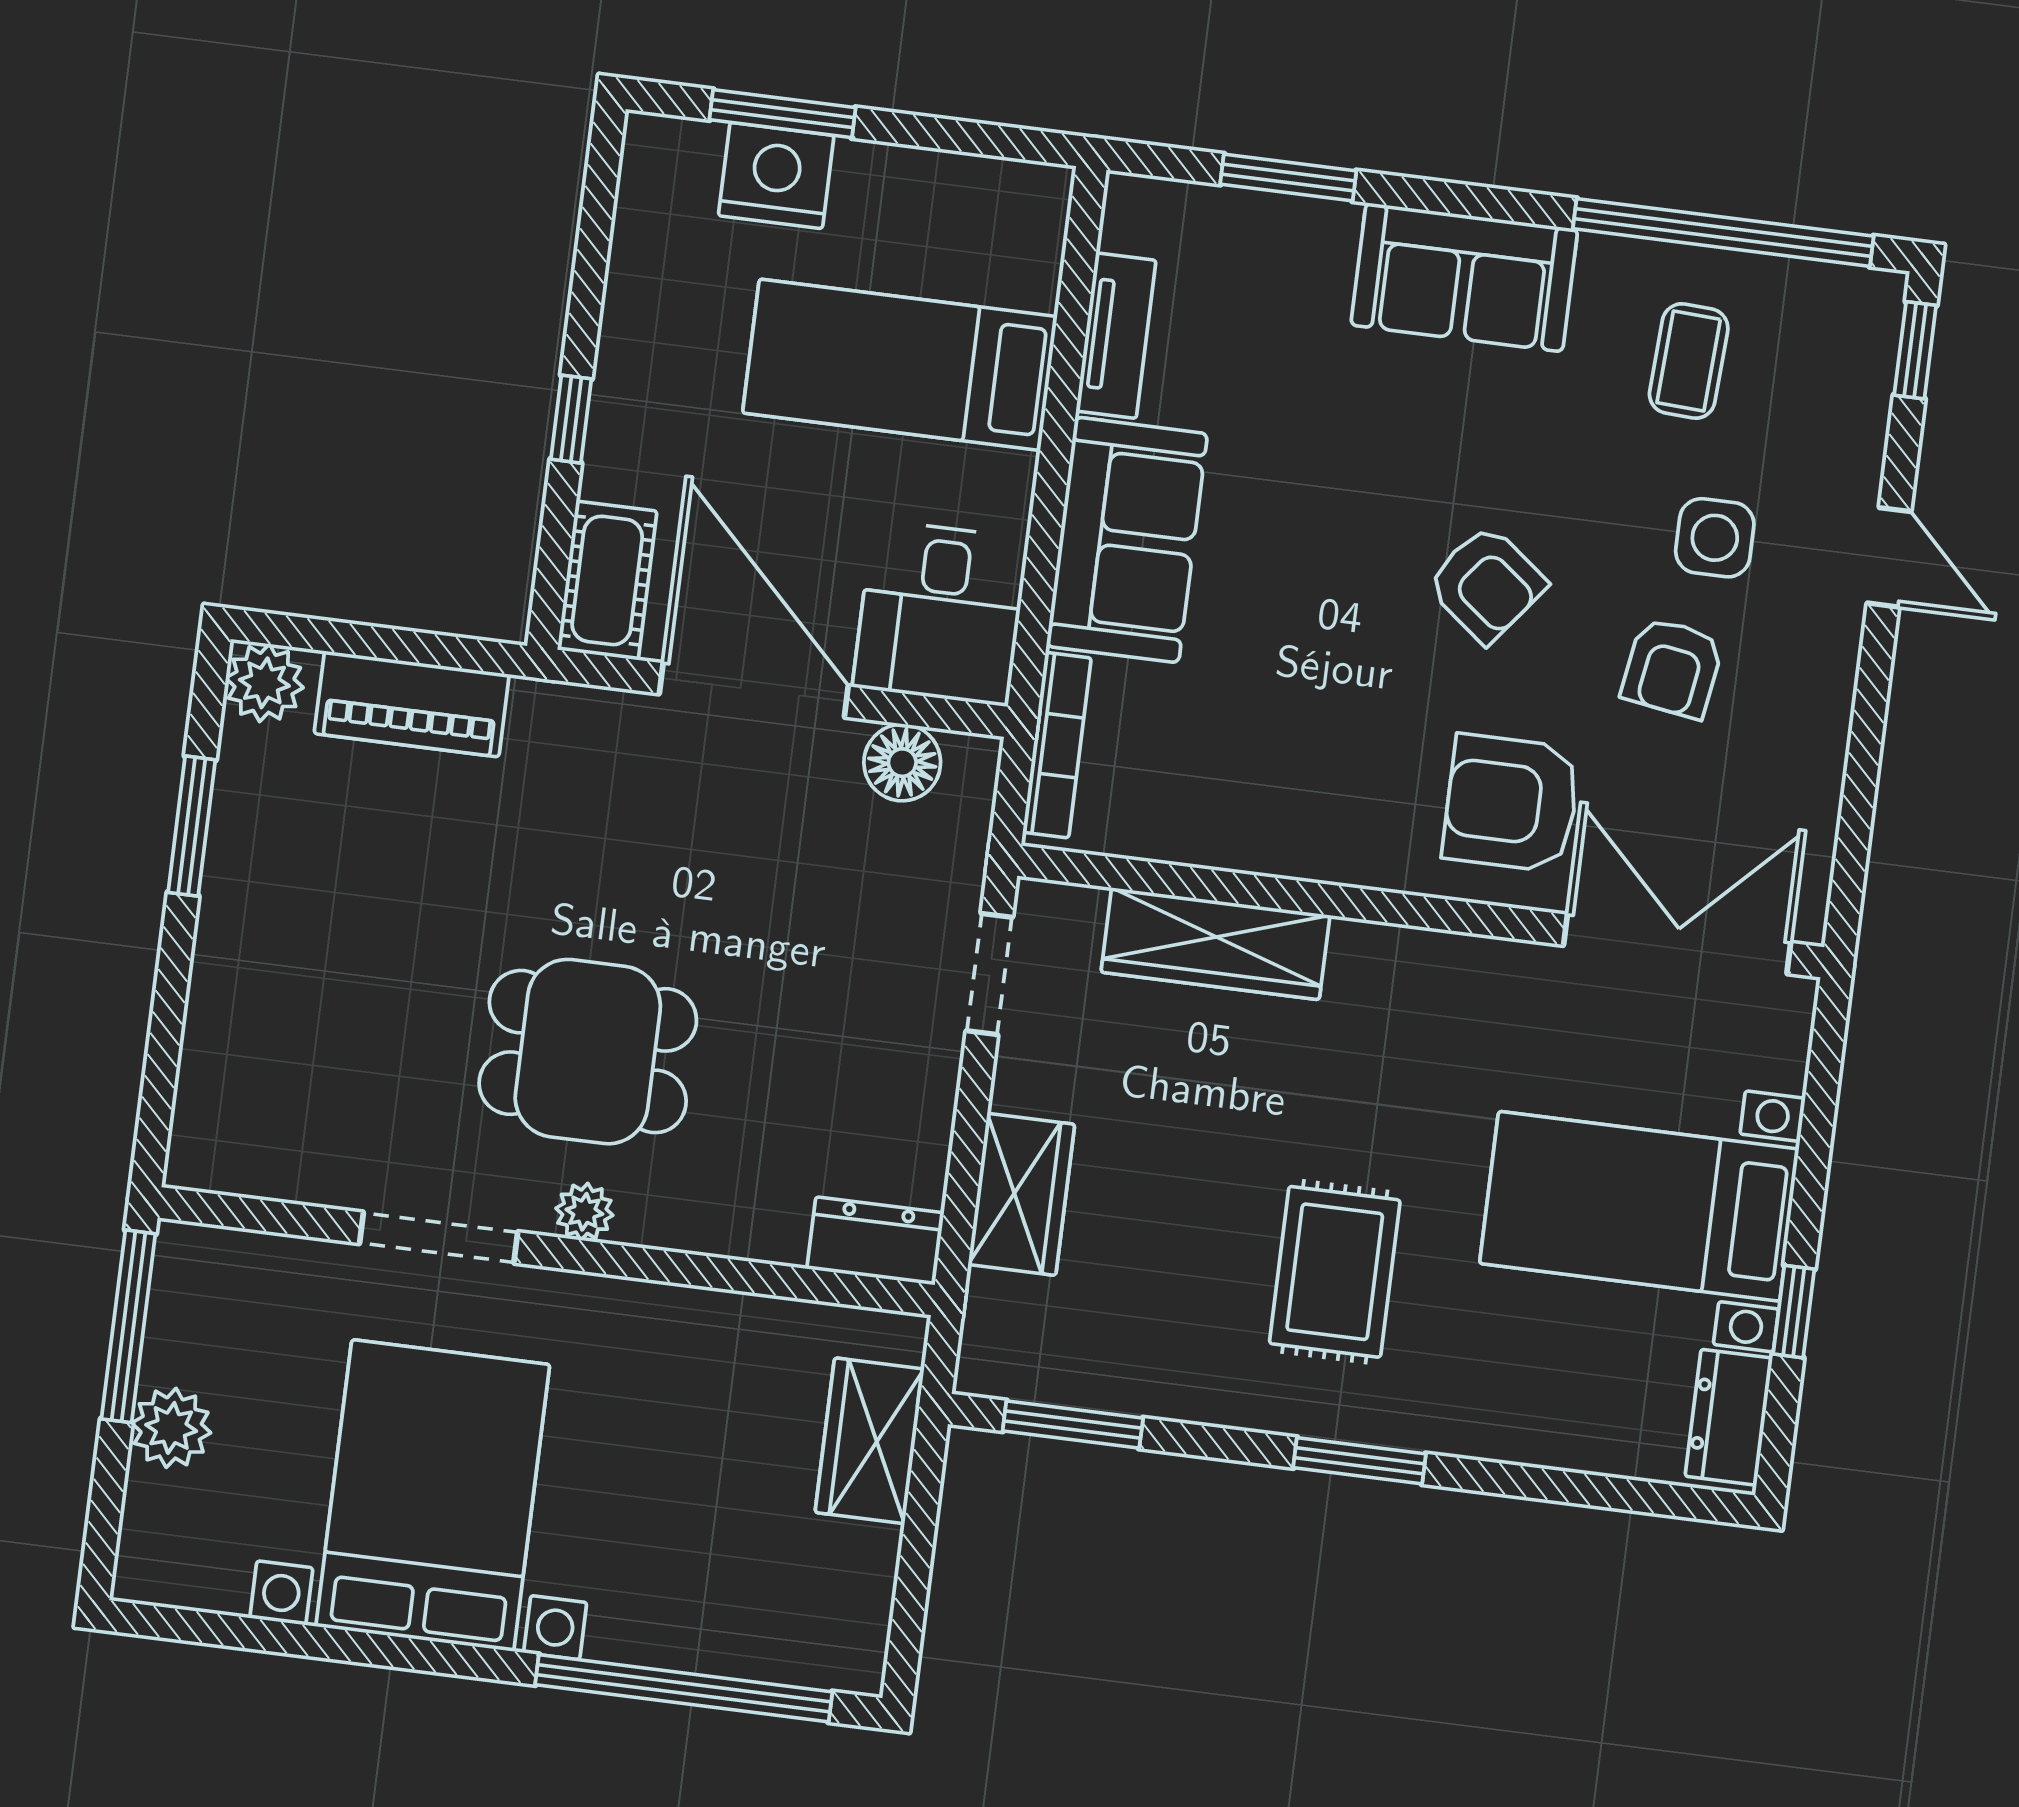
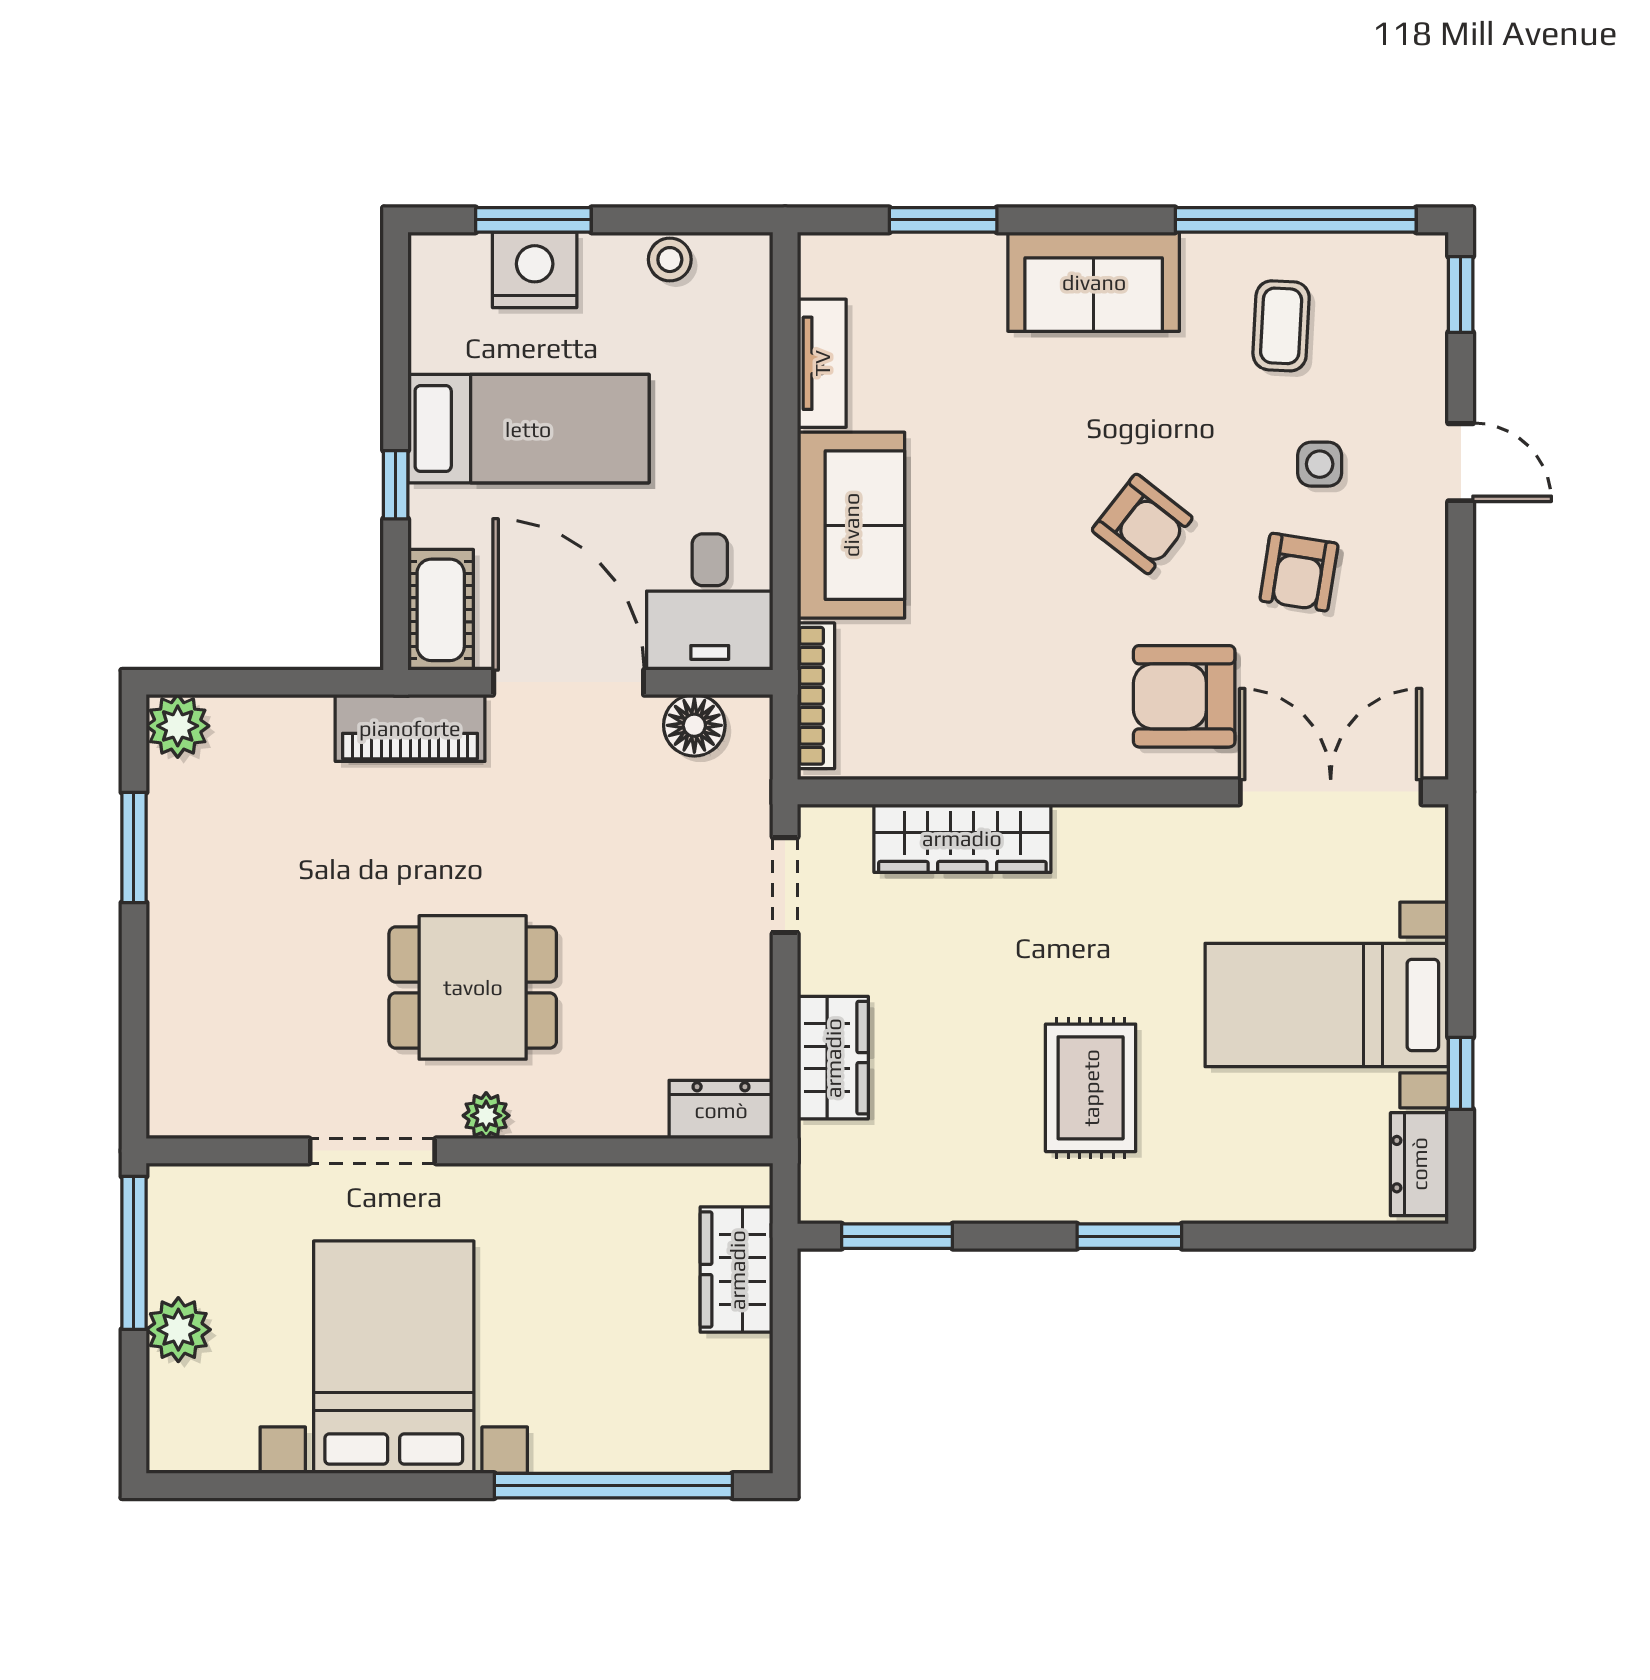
stool: (945, 184) -> (670, 260), added
bed: (900, 365) -> (528, 429), moved, turned 180
side table: (1715, 538) -> (1320, 464), width x0.73, depth x0.73
piano: (412, 704) -> (410, 728), moved

